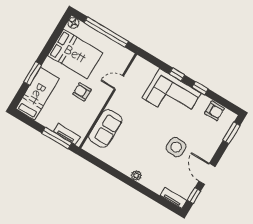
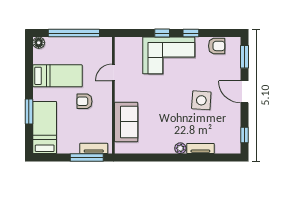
bed: (75, 54) -> (57, 76), width x0.67
door: (207, 174) -> (244, 92), moved
tv unit: (173, 198) -> (200, 149), moved

